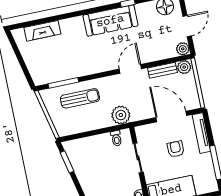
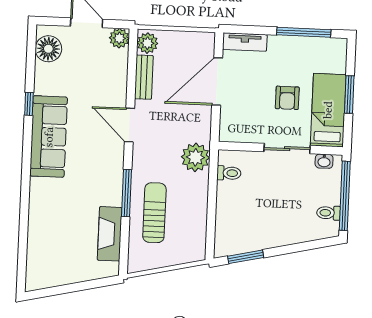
fireplace: (42, 31) -> (110, 234), moved, turned 180
window: (63, 83) -> (126, 193), moved
tv unit: (201, 133) -> (245, 42), width x0.71
armchair: (176, 149) -> (287, 98), moved, turned -90
sliding door: (138, 158) -> (287, 149), moved

